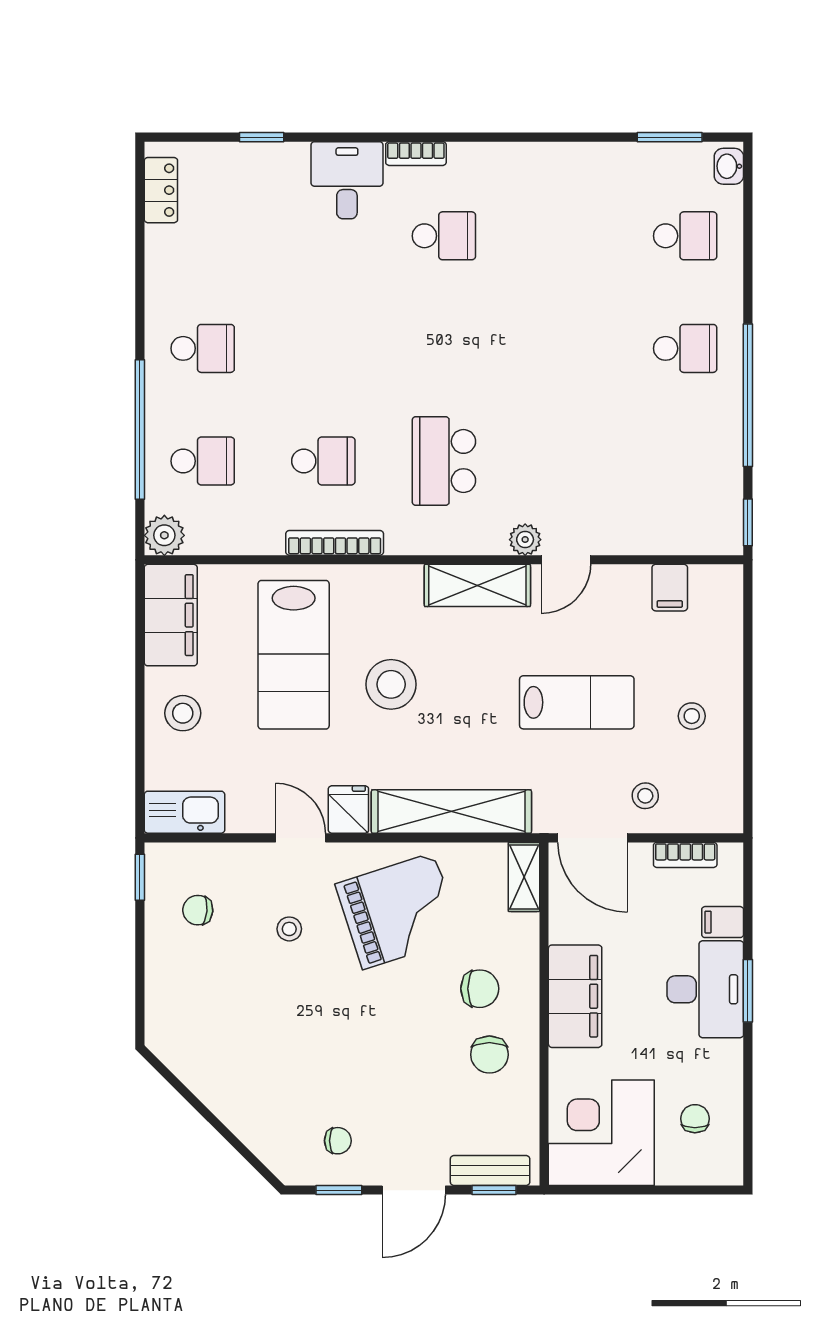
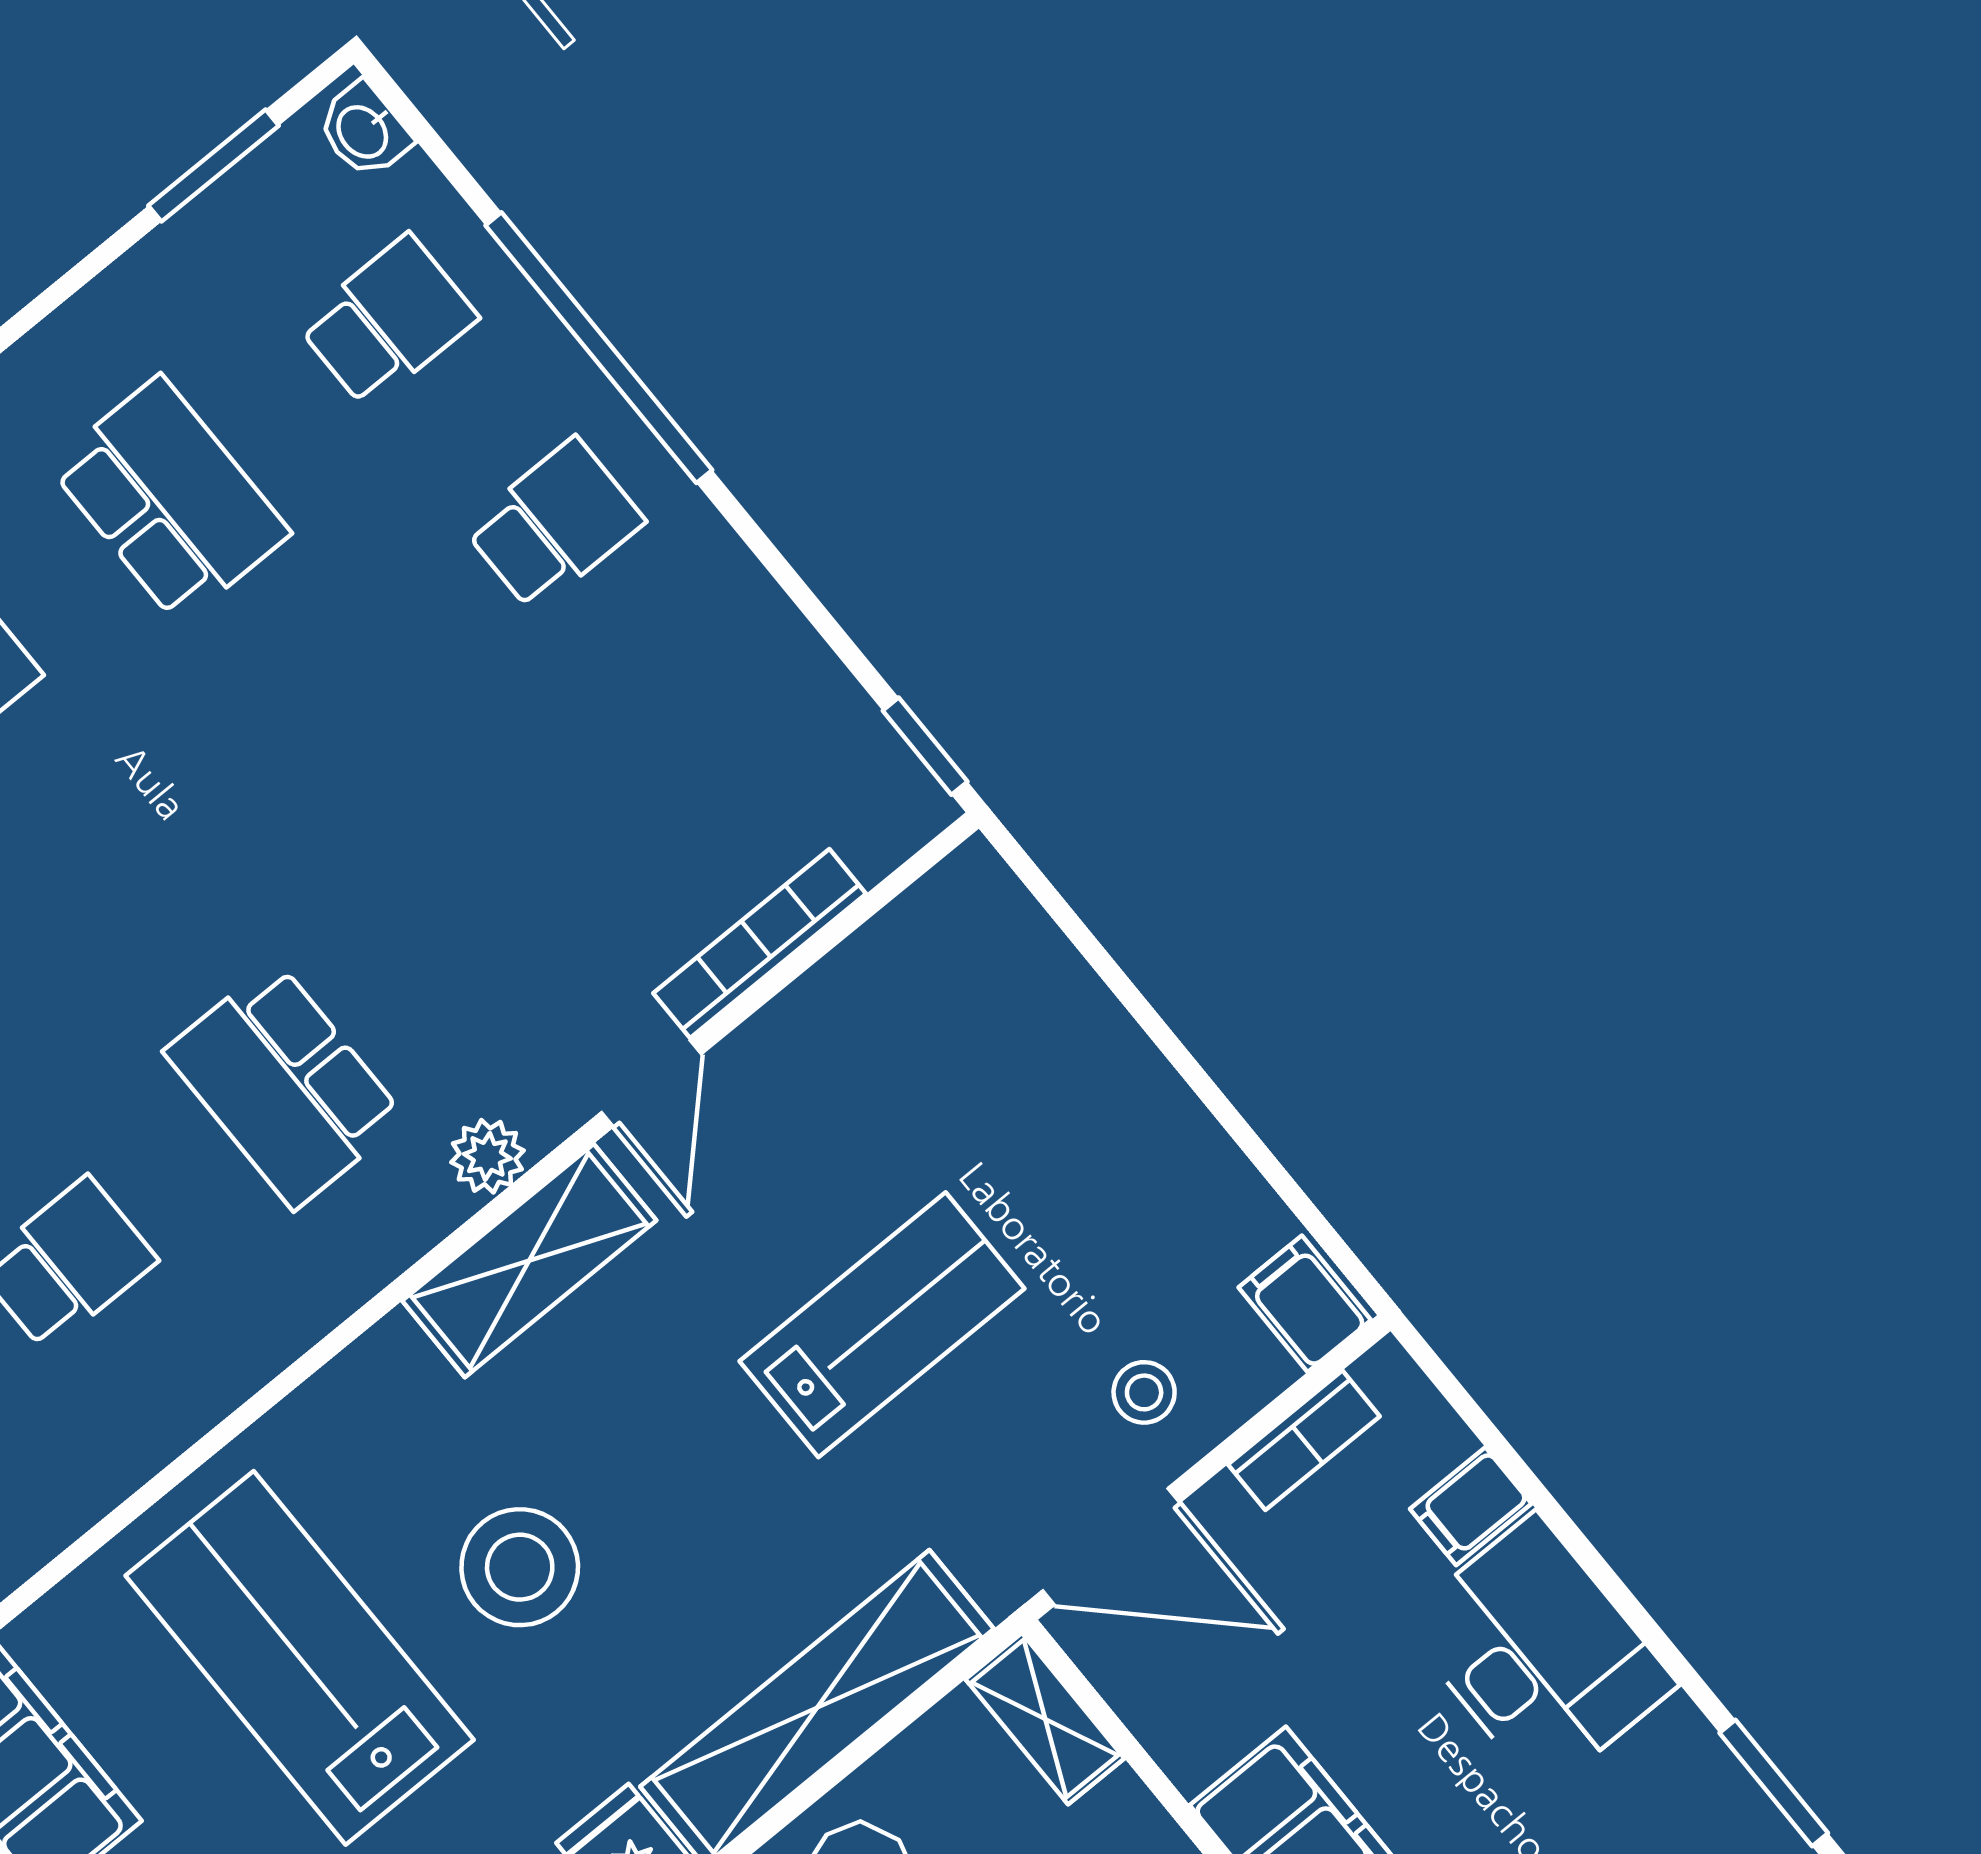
school desk: (565, 236) -> (170, 500), added
window: (748, 395) -> (599, 348), moved
plant: (525, 540) -> (487, 1156), moved
bookcase: (335, 543) -> (760, 943), moved
filing cabinet: (670, 588) -> (1305, 1304), moved, turned 180
lab bench: (294, 655) -> (300, 1658), turned 180
stool: (692, 716) -> (1110, 1180), removed
window: (748, 991) -> (1774, 1783), moved

